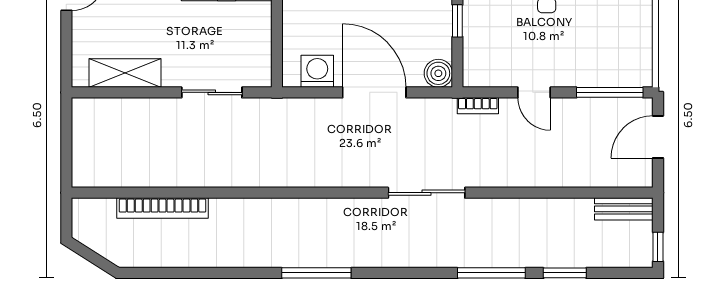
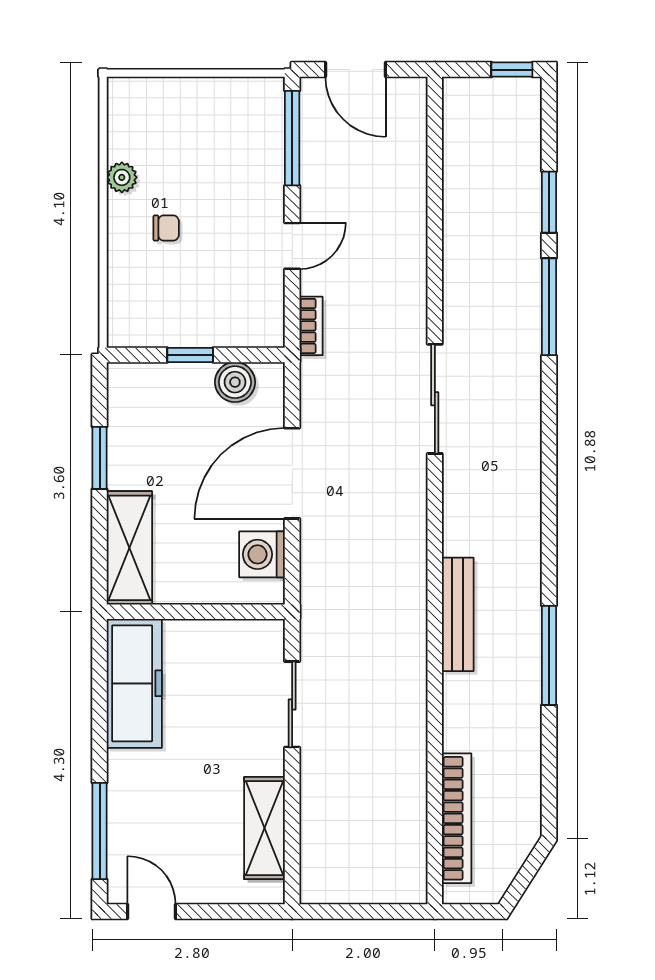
boiler: (438, 73) -> (235, 382), moved
bookcase: (163, 208) -> (457, 818), moved
bench: (624, 209) -> (458, 614), moved, width x1.36
window: (316, 273) -> (549, 655), moved

